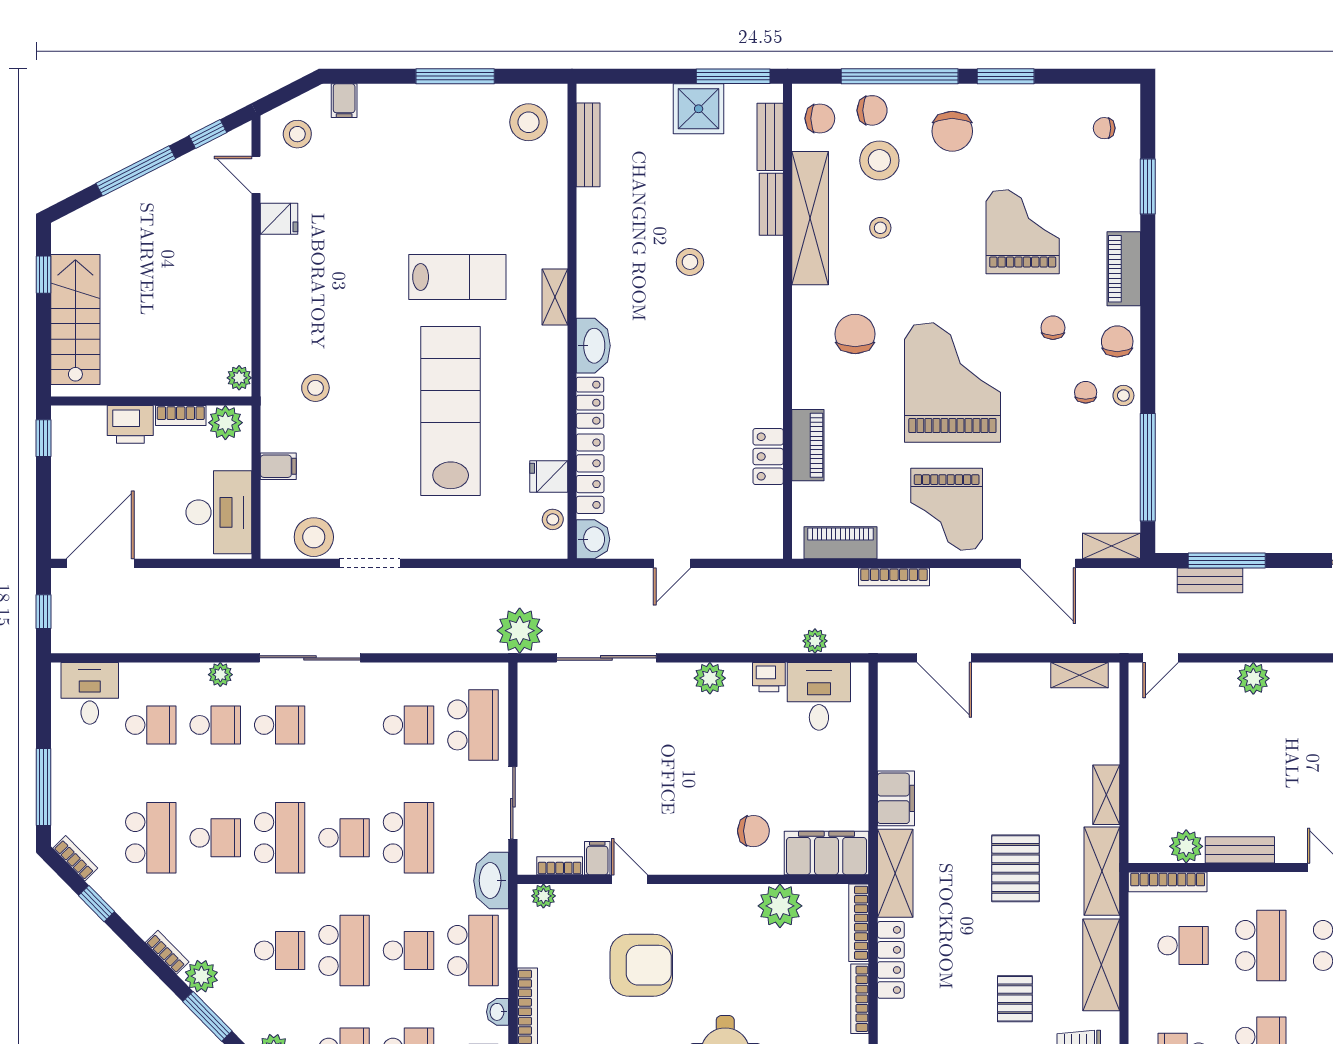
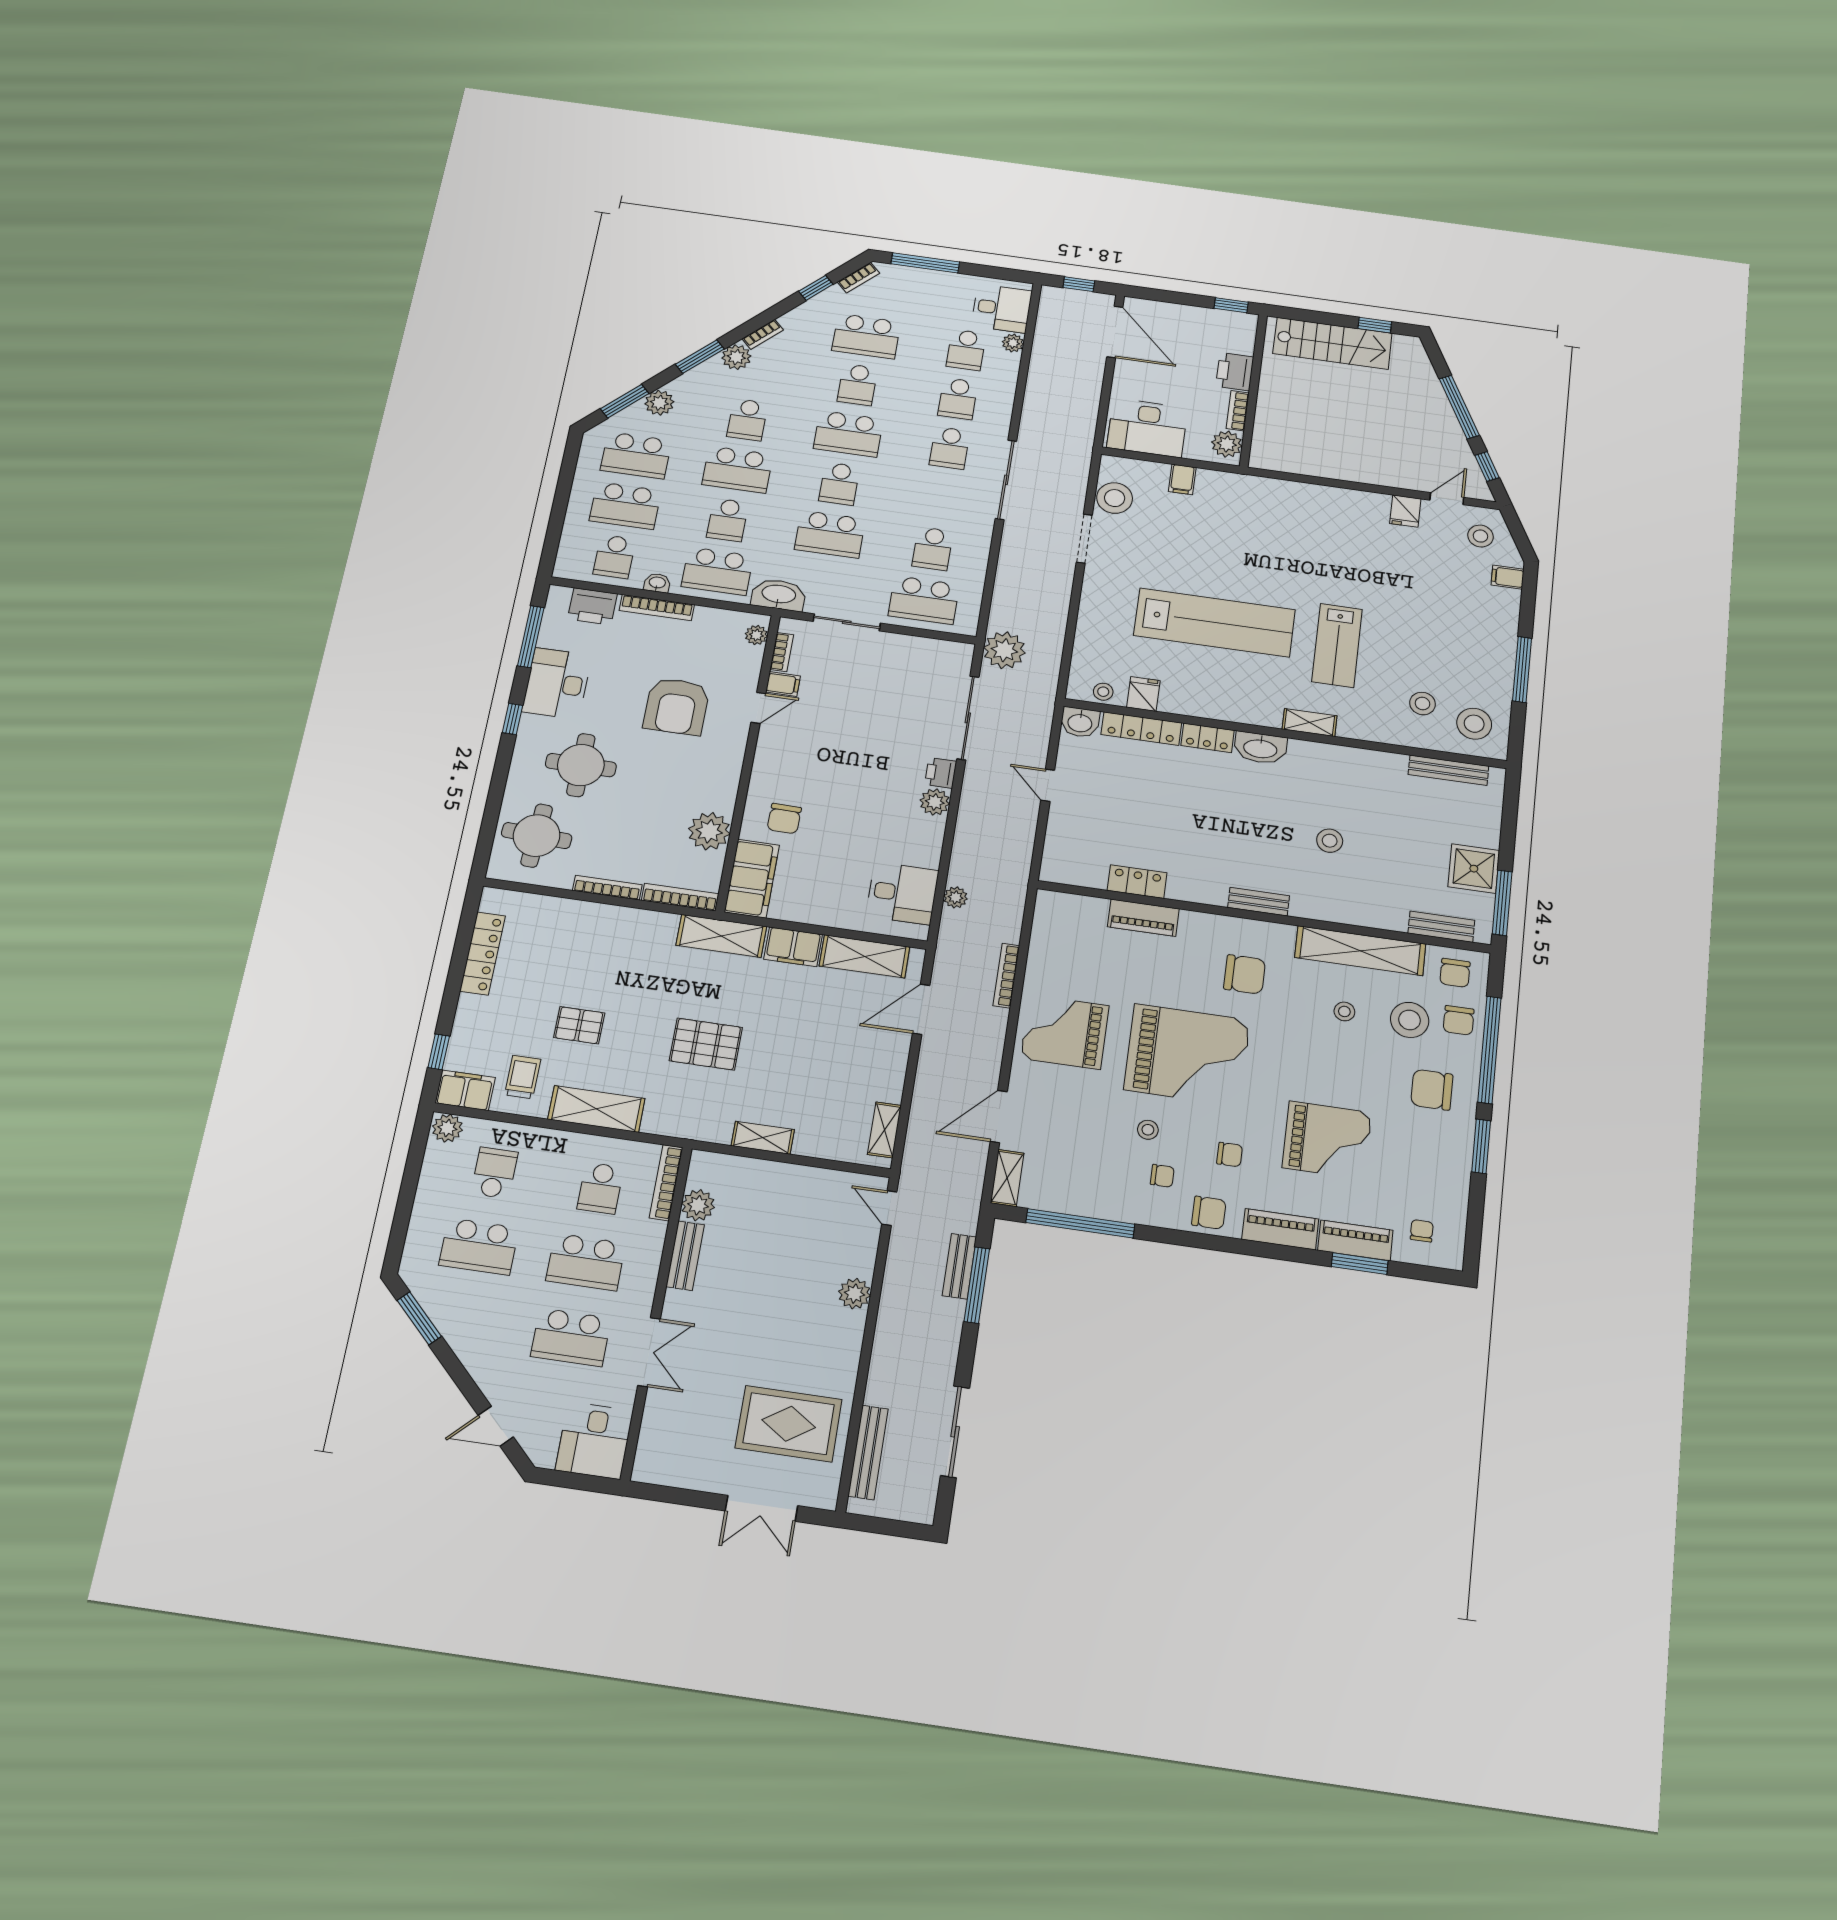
bench: (771, 204) -> (1259, 902), moved
plant: (239, 378) -> (1266, 460), removed
stool: (315, 388) -> (1423, 704), moved
stool: (1123, 395) -> (1148, 1130), moved
piano: (841, 543) -> (1355, 1240), moved, turned -90
plant: (220, 675) -> (1013, 343), moved
printer: (769, 677) -> (941, 773), moved
shelving: (1102, 871) -> (864, 956), moved
locker: (891, 960) -> (639, 920), removed

